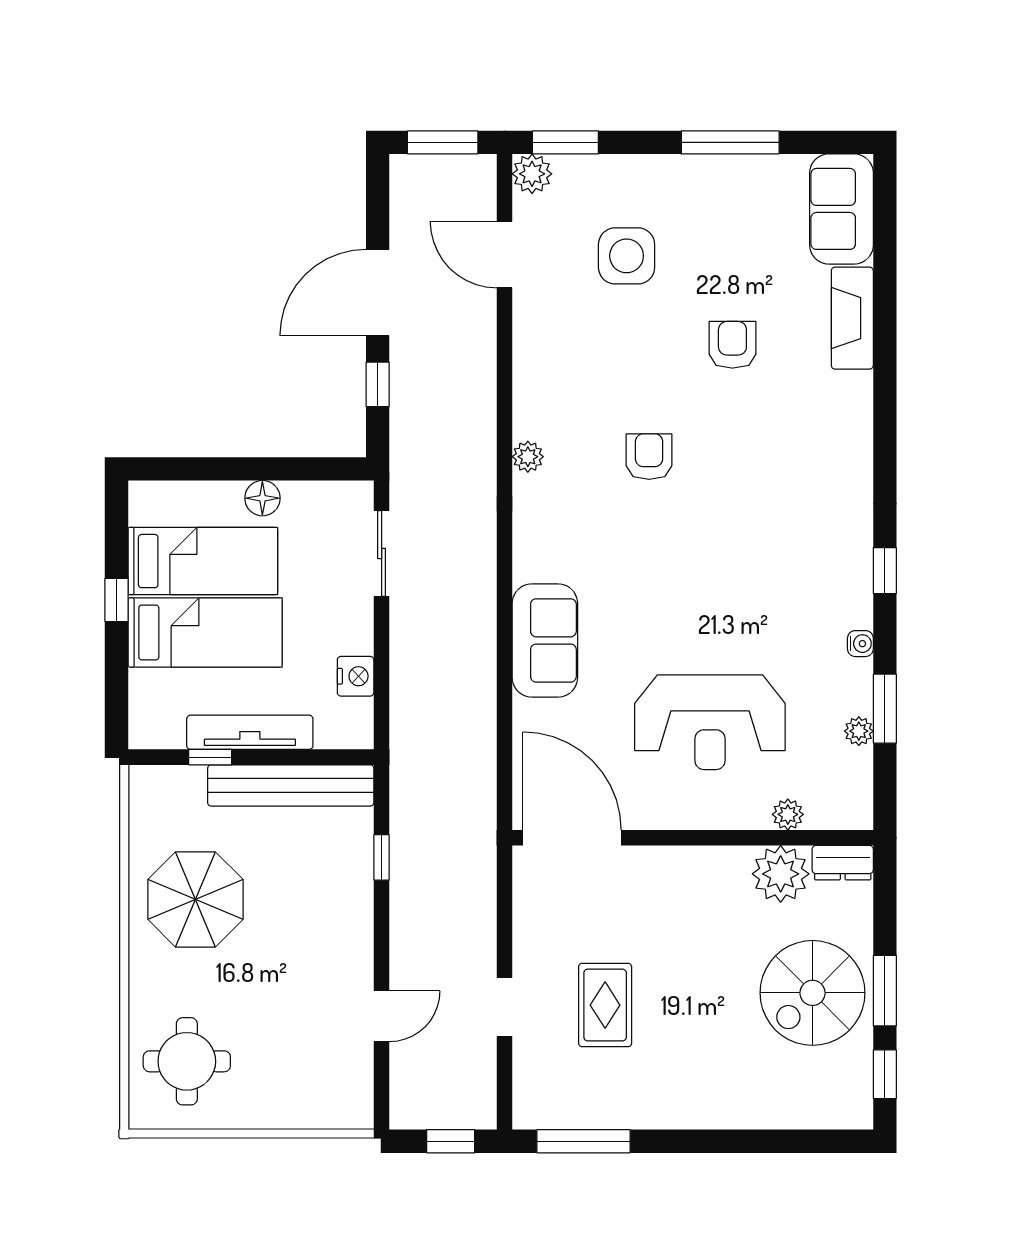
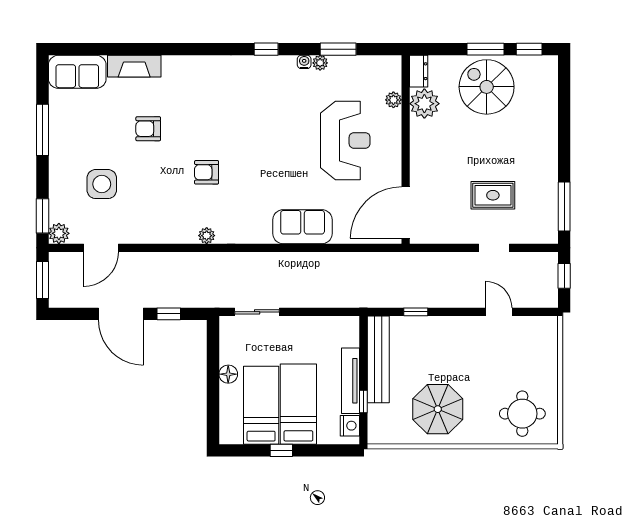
nightstand: (356, 676) -> (350, 426), moved, turned 90
plant: (859, 731) -> (320, 63), moved
spiral stairs: (813, 993) -> (487, 87), turned 180

